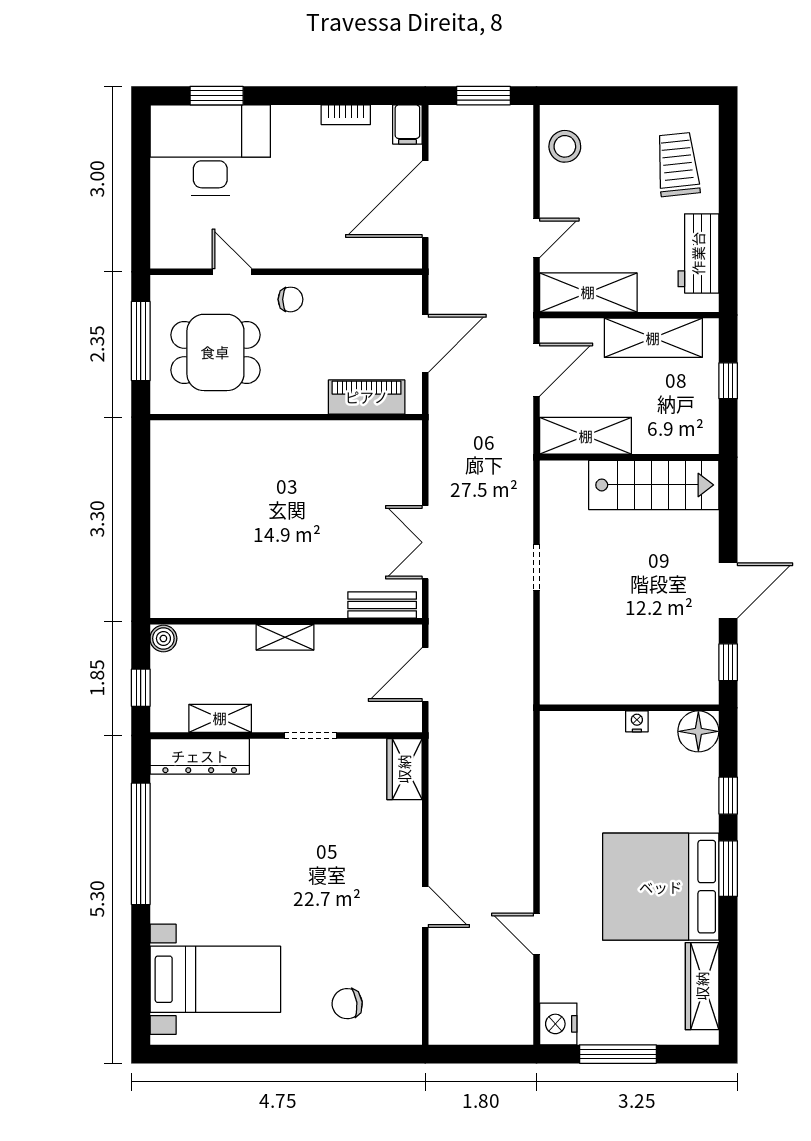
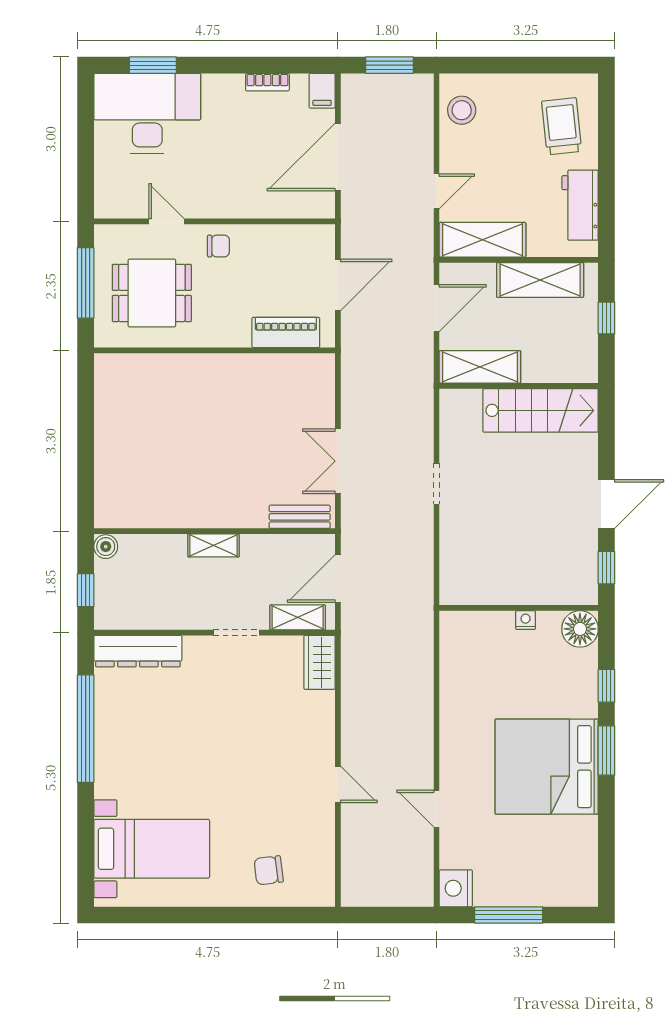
shelving: (220, 718) -> (298, 617), moved
wardrobe: (702, 986) -> (583, 855), removed

